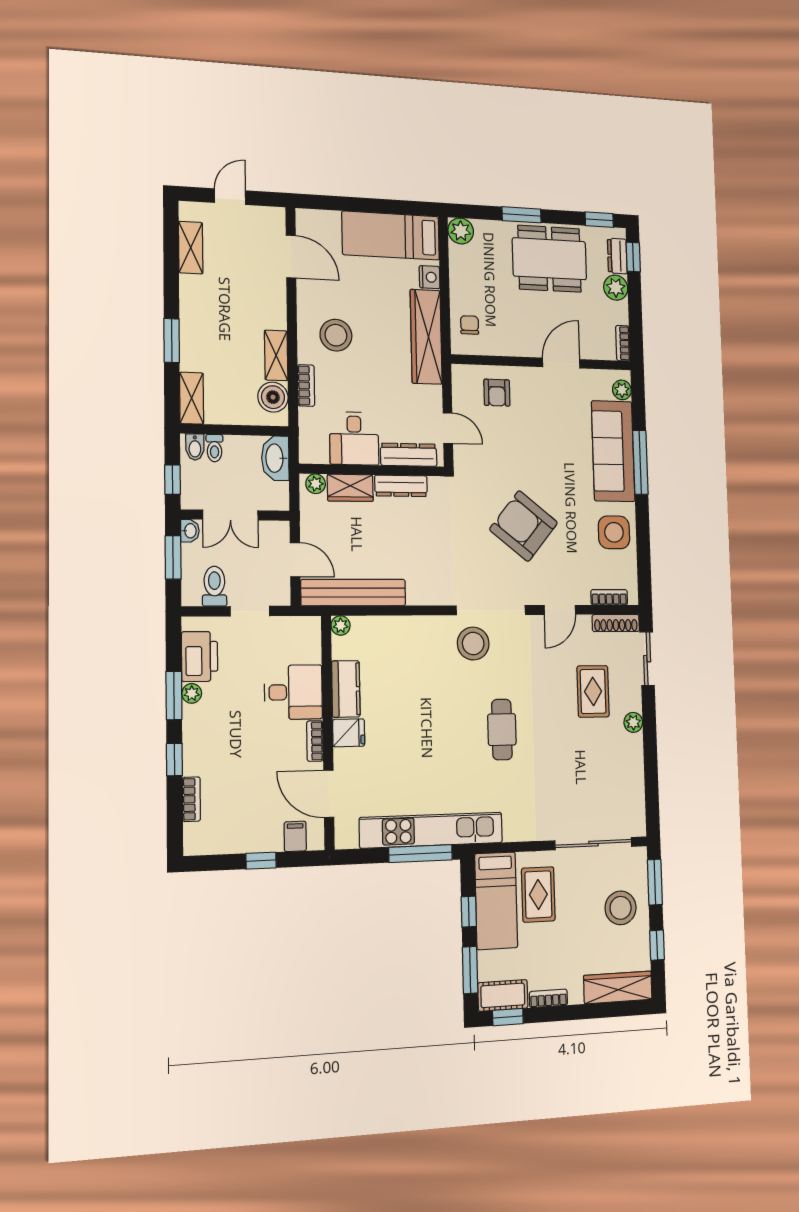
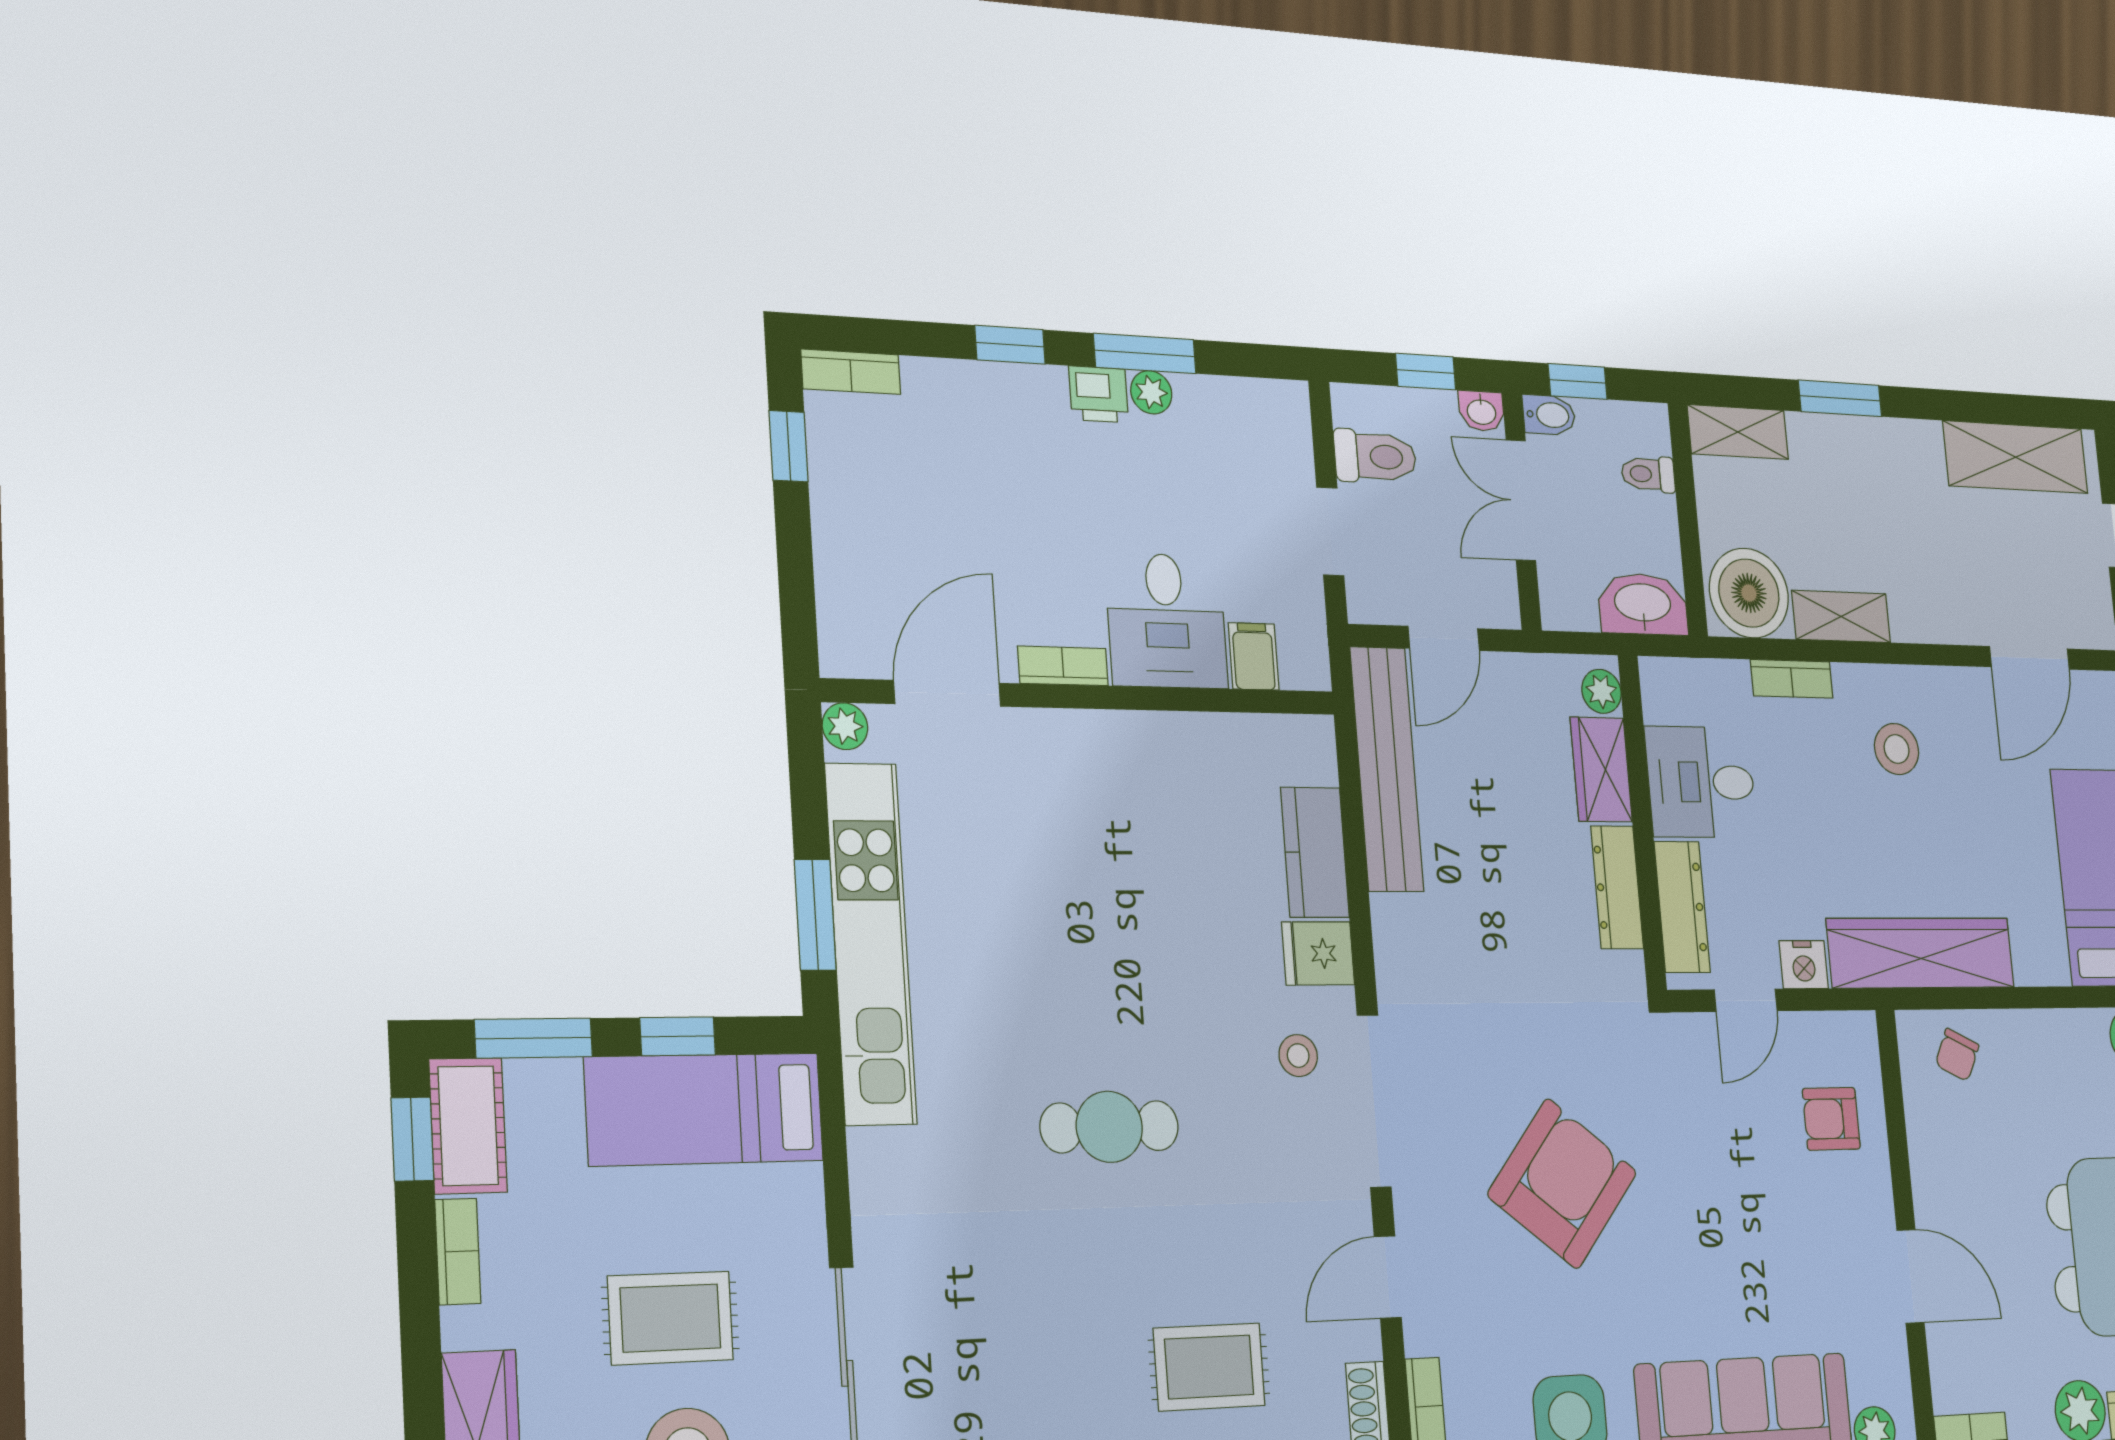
shelving: (191, 248) -> (2016, 457), width x1.50, depth x1.33
nightstand: (430, 277) -> (1804, 965), moved
chair: (470, 325) -> (1957, 1055), turned 116
stool: (336, 335) -> (1897, 749), width x0.73, depth x0.73
boiler: (273, 397) -> (1749, 593), width x1.37, depth x1.37
bidet: (195, 447) -> (1549, 415), moved, turned 180
window: (173, 557) -> (1426, 372), width x0.67
door: (560, 610) -> (1388, 1277), hinge flipped
plant: (341, 625) -> (845, 726), moved
stool: (473, 643) -> (1298, 1056), width x0.53, depth x0.53
printer: (200, 656) -> (1099, 394), moved, width x0.53, depth x0.68
kitchen counter: (346, 689) -> (1315, 852), moved, turned 90
fridge: (349, 733) -> (1318, 953), moved, turned 90
bookcase: (191, 799) -> (851, 372), moved
filing cabinet: (295, 836) -> (1254, 656), moved, turned -90
window: (421, 854) -> (815, 915), width x0.69
window: (261, 861) -> (789, 446), moved
rug: (538, 894) -> (670, 1318), moved

